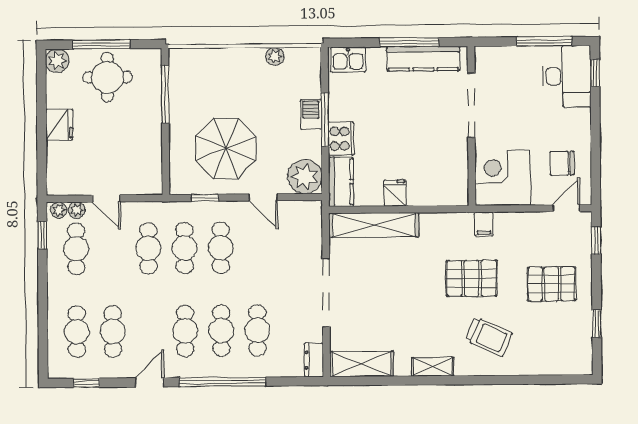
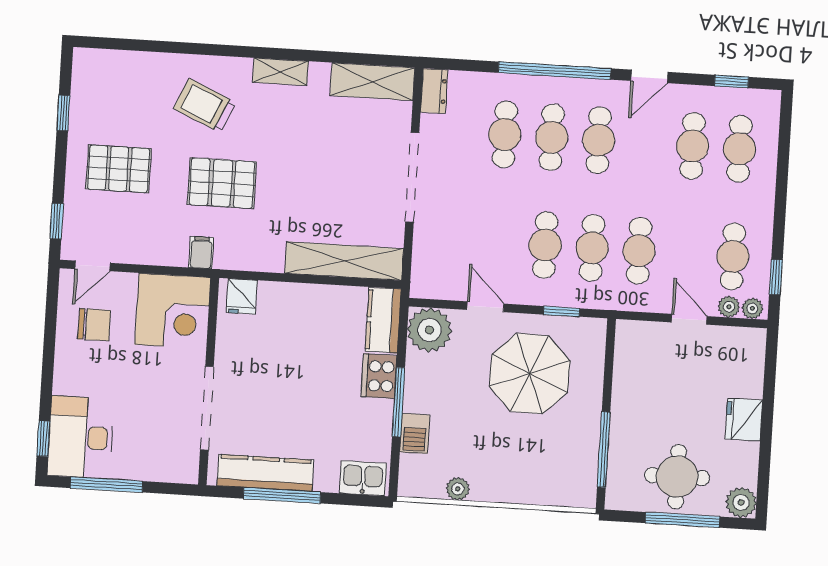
barbecue: (311, 114) -> (415, 433), moved
fridge: (395, 193) -> (242, 296), moved

